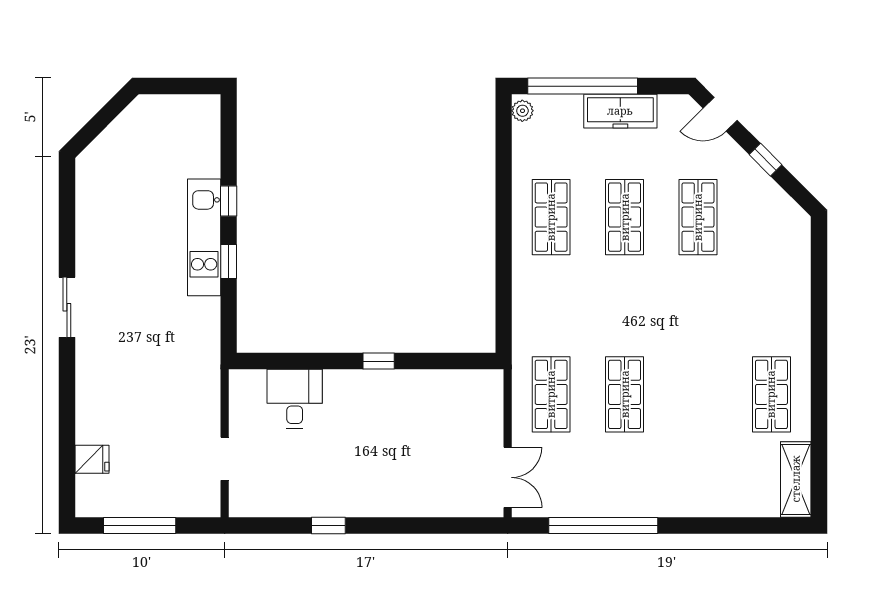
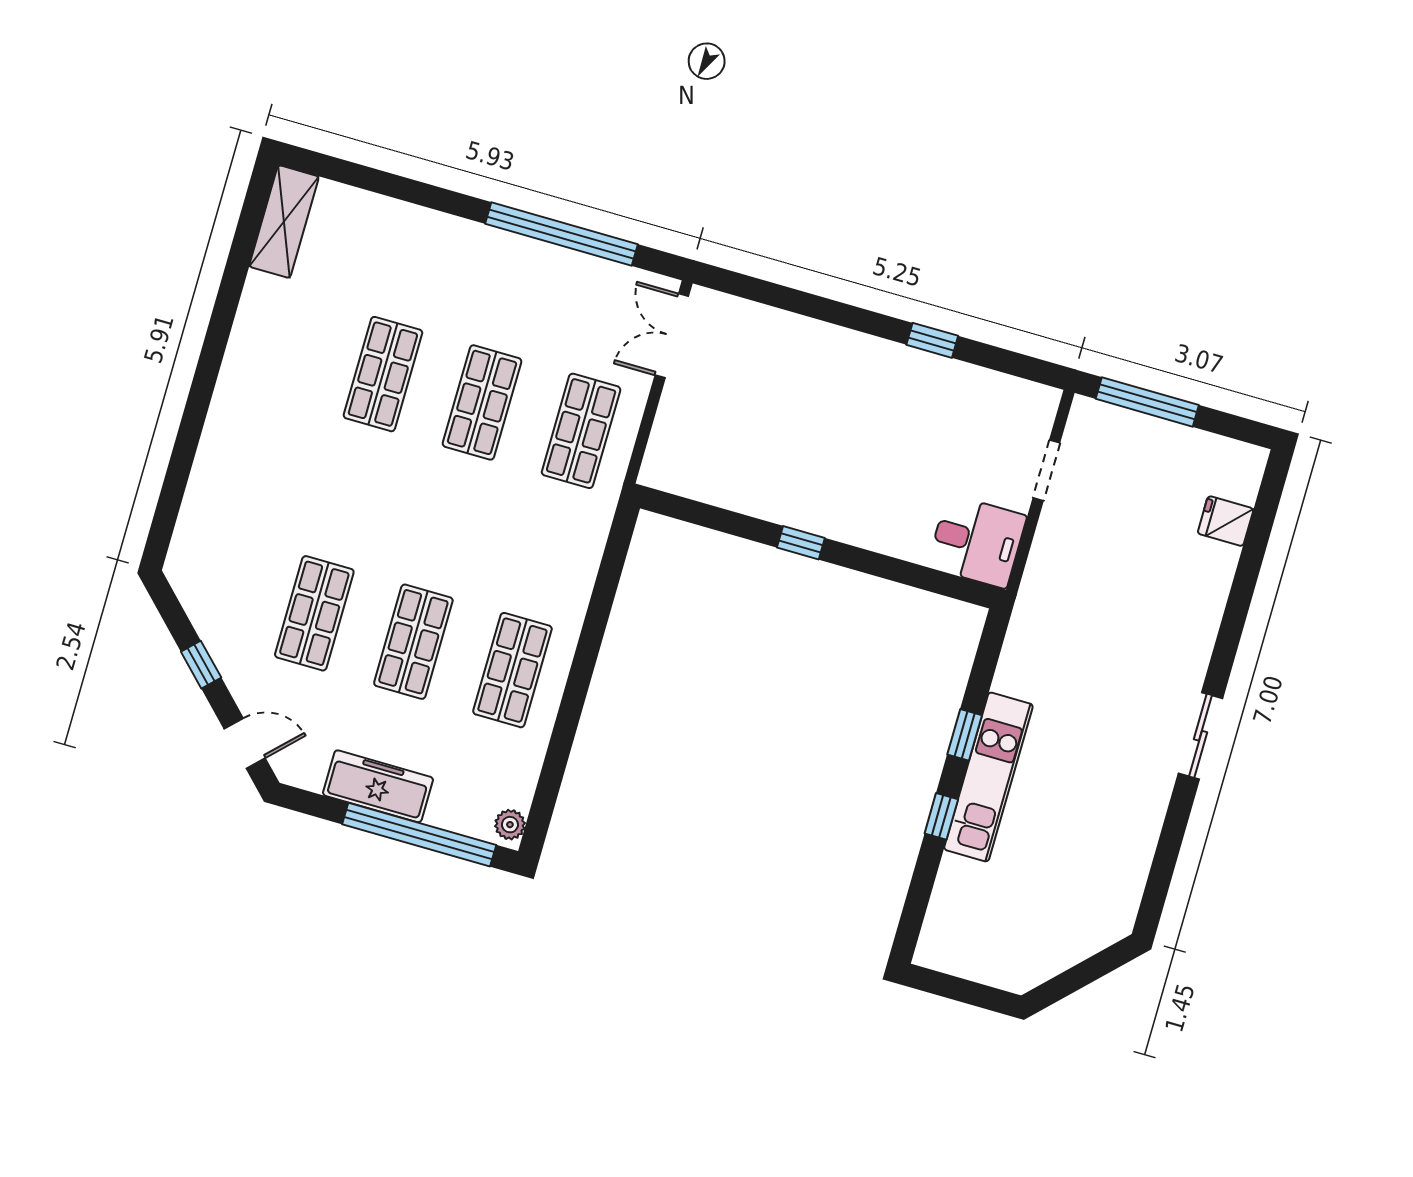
shop shelf: (771, 394) -> (383, 374), moved
desk: (295, 399) -> (977, 541), moved, turned -90
window: (140, 525) -> (1147, 402), moved

